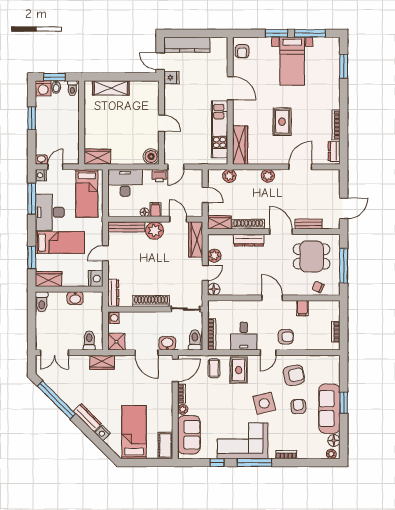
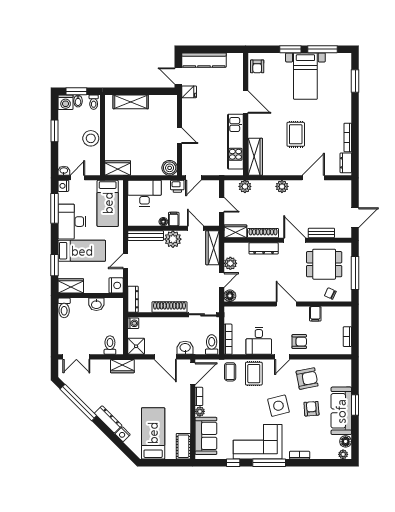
stool: (69, 126) -> (91, 138), added

